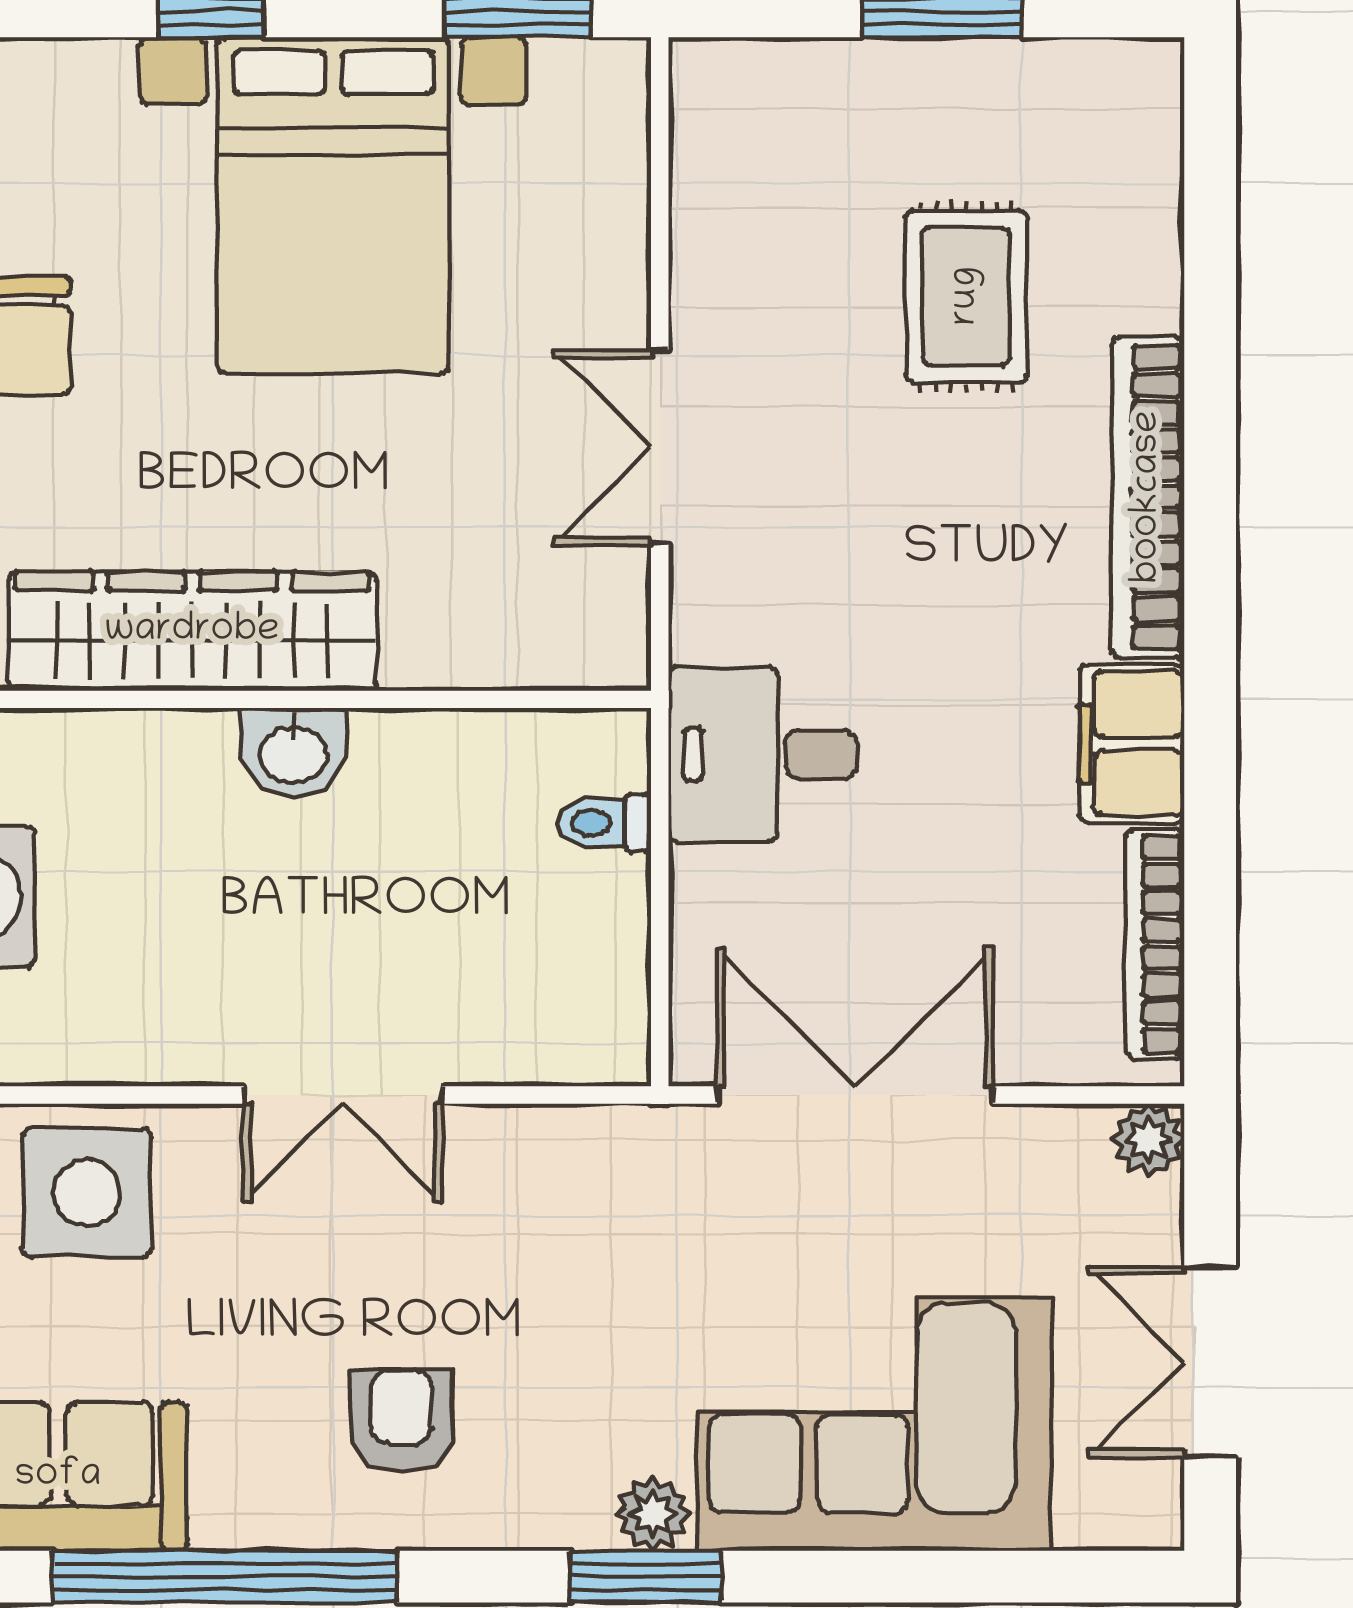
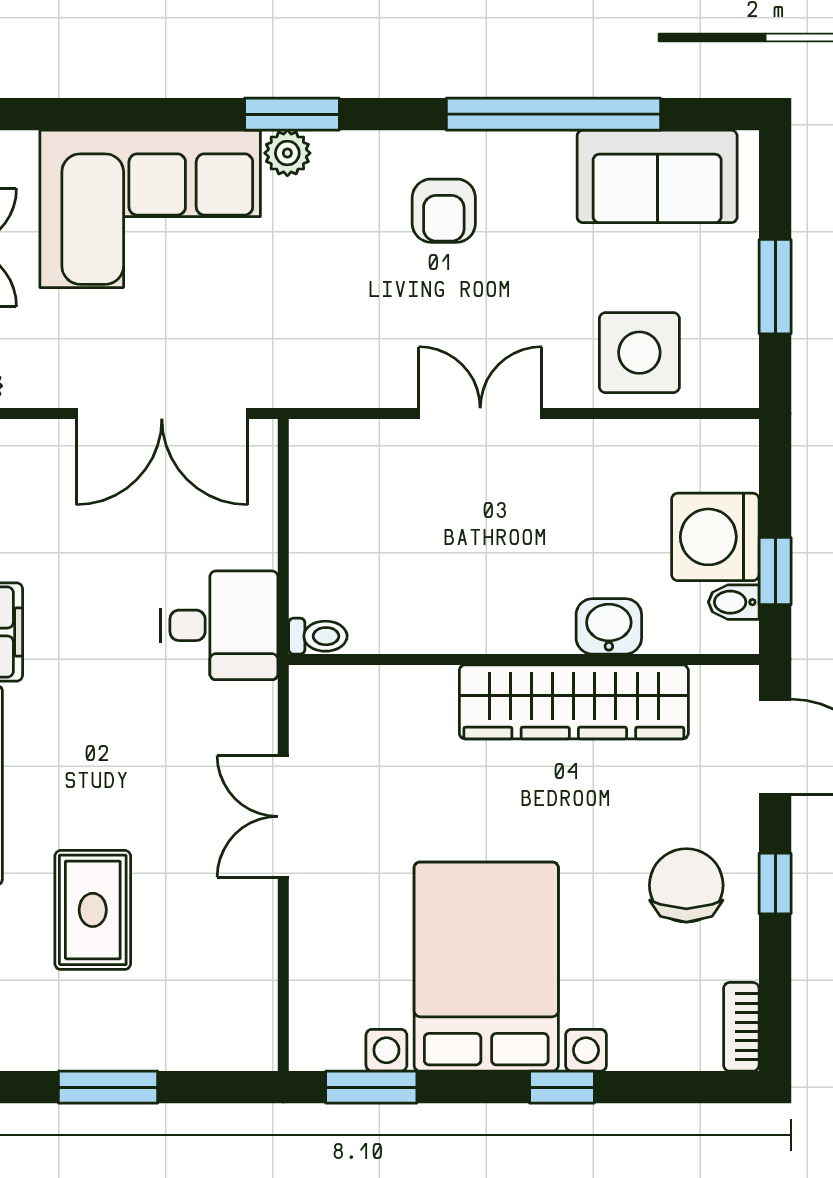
double door: (660, 447) -> (283, 816), swing flipped
washbasin: (293, 753) -> (609, 626), moved
toilet: (604, 823) -> (318, 636), moved

